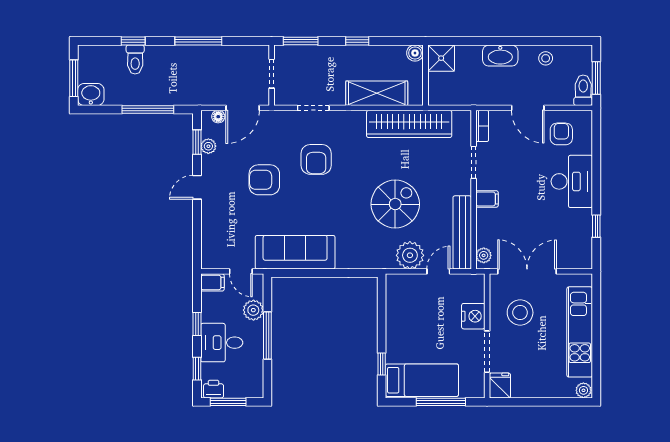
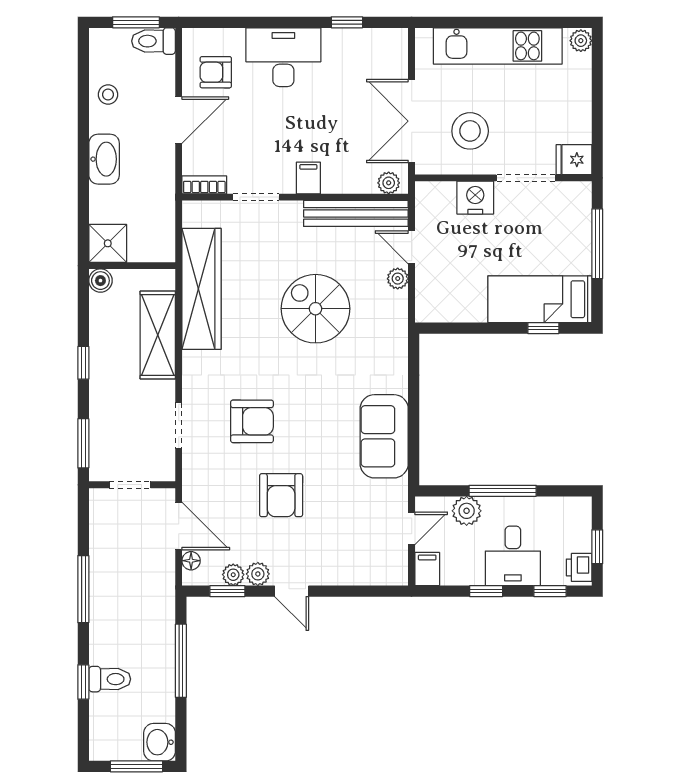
plant: (209, 164) -> (258, 574), added
sofa: (295, 252) -> (384, 436), width x0.73
plant: (410, 255) -> (398, 279), width x0.53, depth x0.53
bed: (422, 380) -> (540, 299), moved, turned -90
window: (228, 402) -> (597, 547), width x0.67

